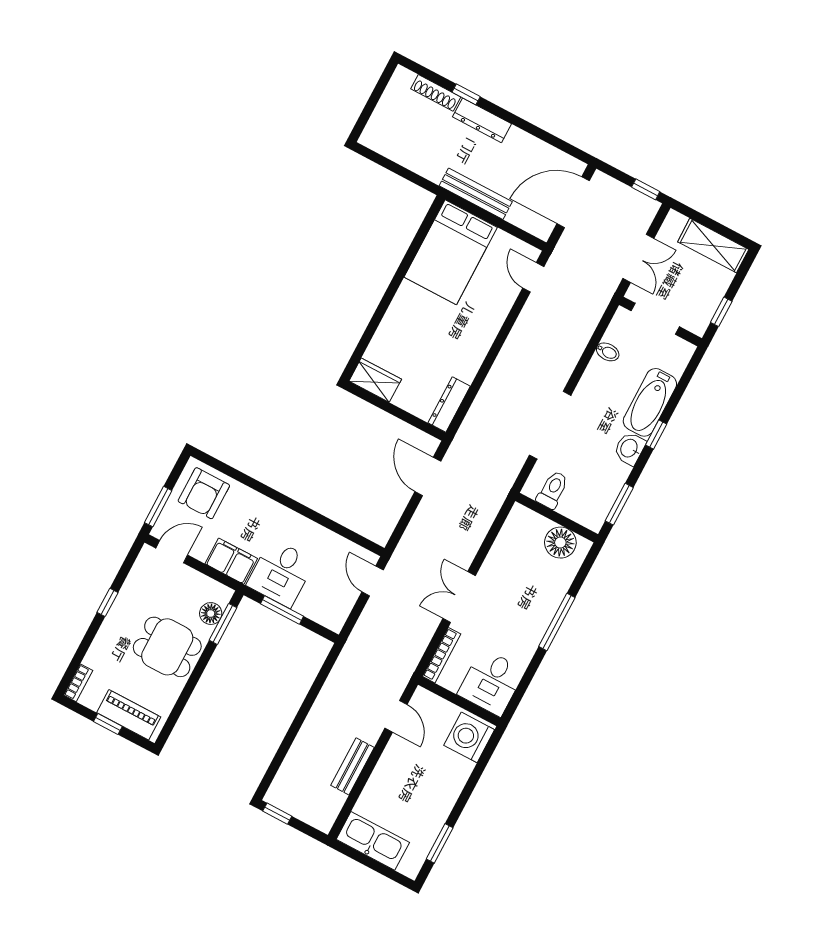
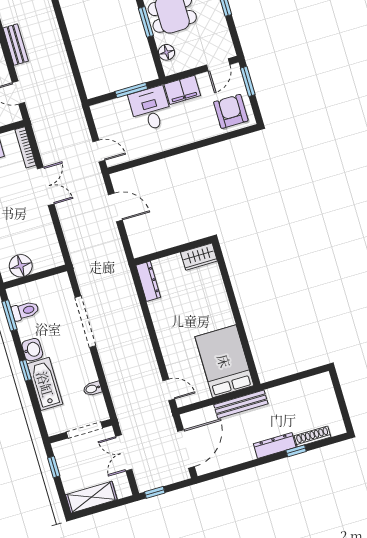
door: (428, 476) -> (115, 207), moved
toilet: (553, 490) -> (25, 311), moved, turned -90
window: (223, 624) -> (146, 22), moved

